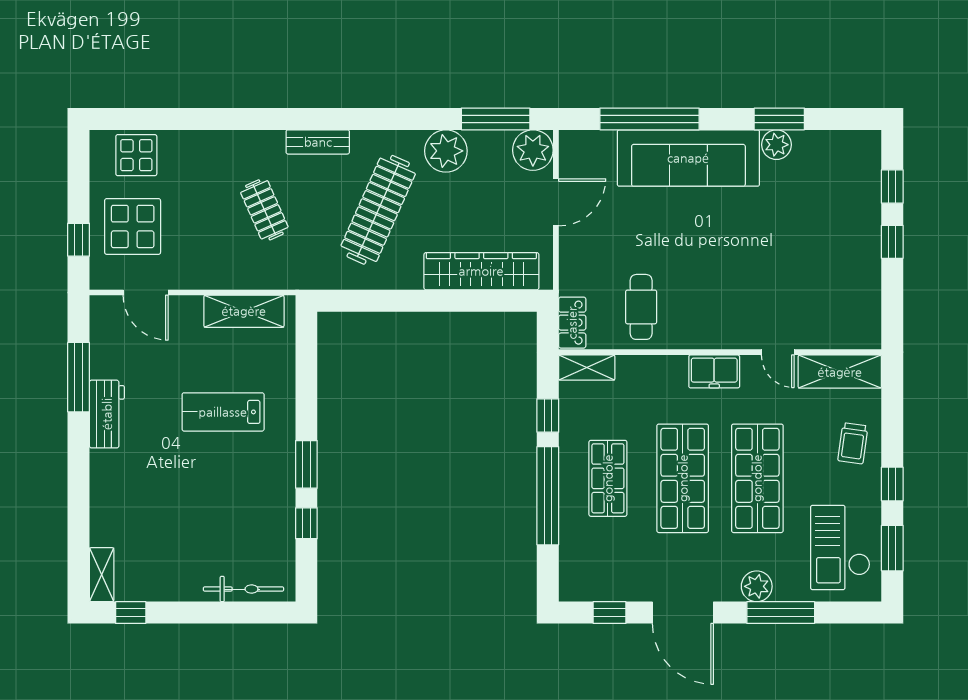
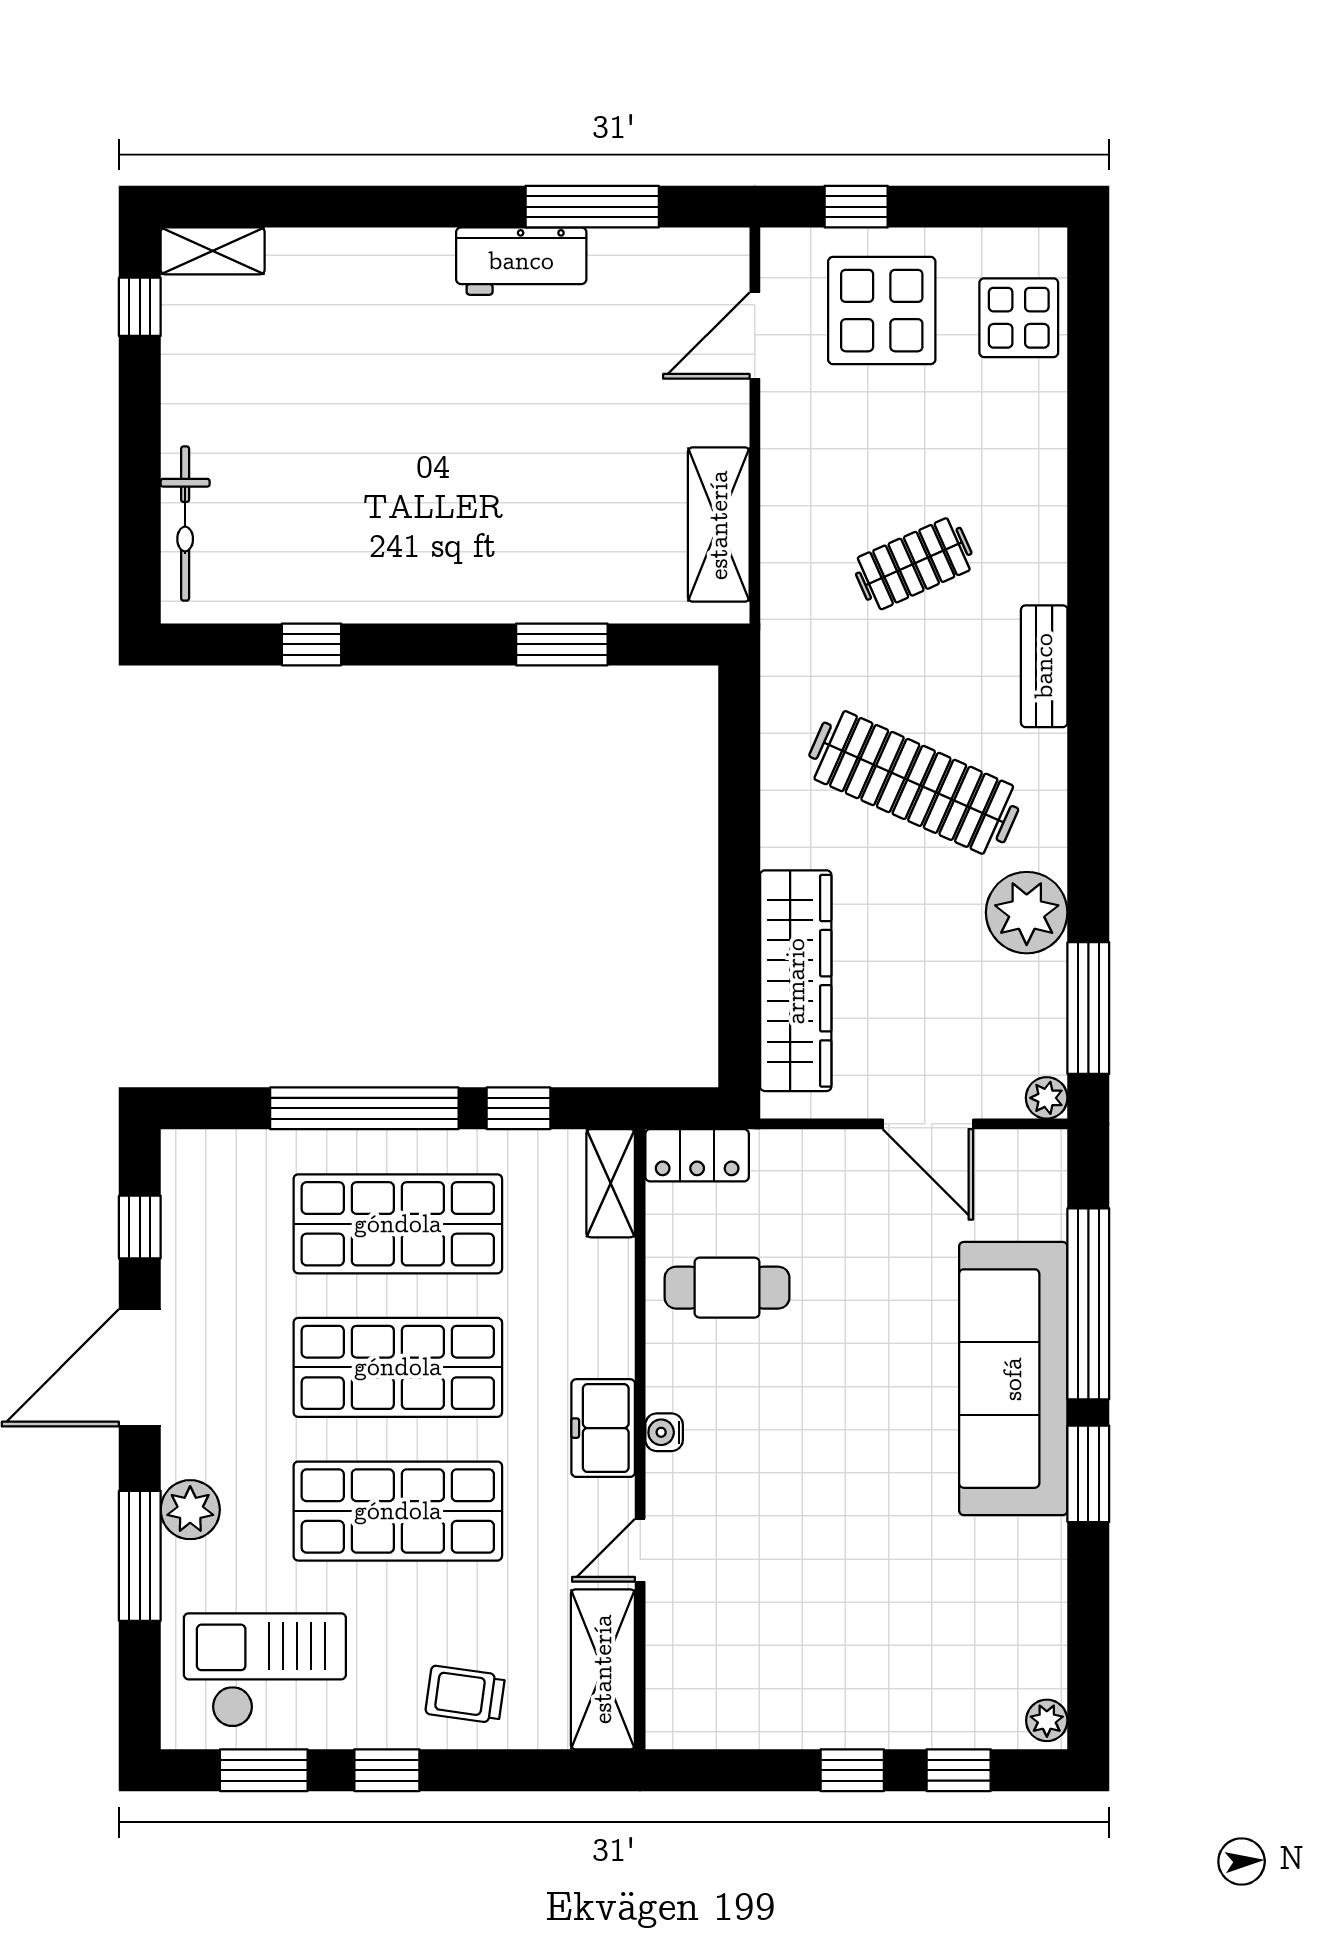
window: (779, 119) -> (1088, 1474), moved
plant: (776, 145) -> (1047, 1720), moved, width x0.73, depth x0.73
plant: (533, 150) -> (1047, 1098), width x0.53, depth x0.53
water cooler: (716, 340) -> (664, 1432), added
lab bench: (223, 412) -> (525, 484), removed
window: (306, 464) -> (562, 644), moved
shop shelf: (608, 478) -> (398, 1224), width x1.43, depth x1.36

